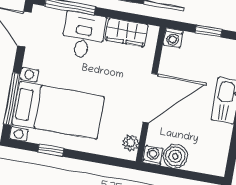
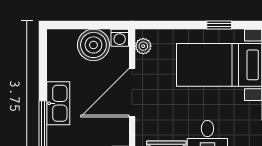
boiler: (175, 156) -> (93, 45), width x1.37, depth x1.37

